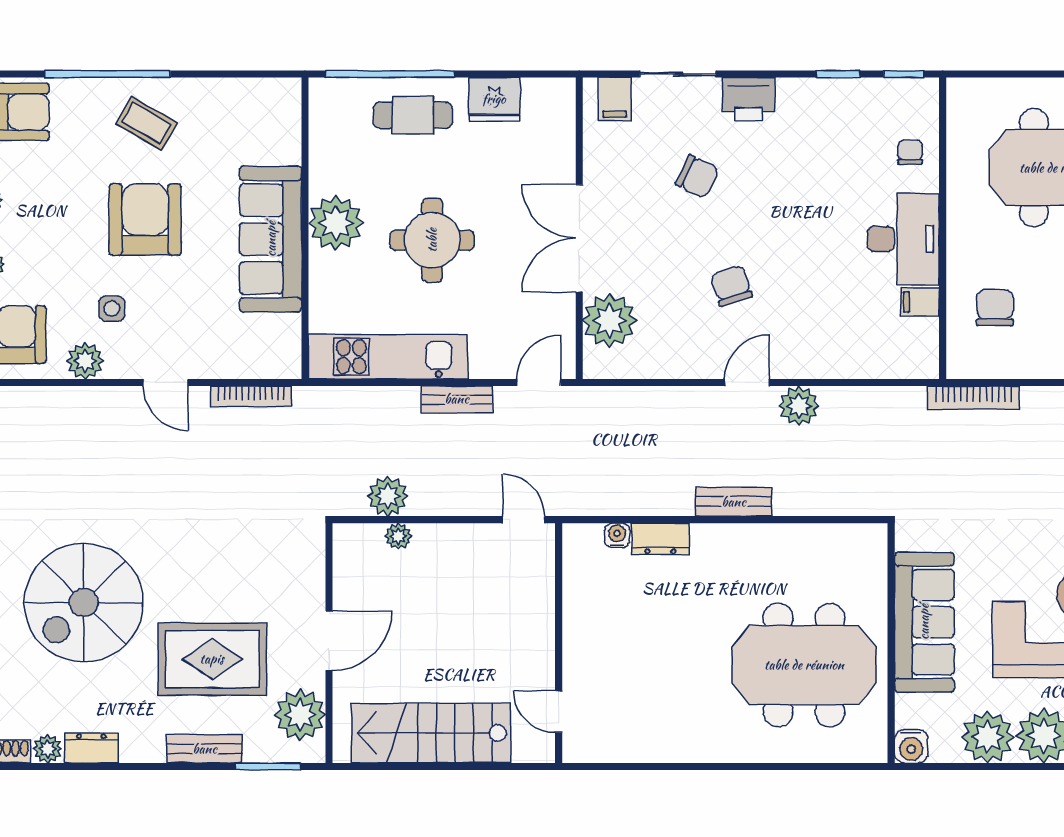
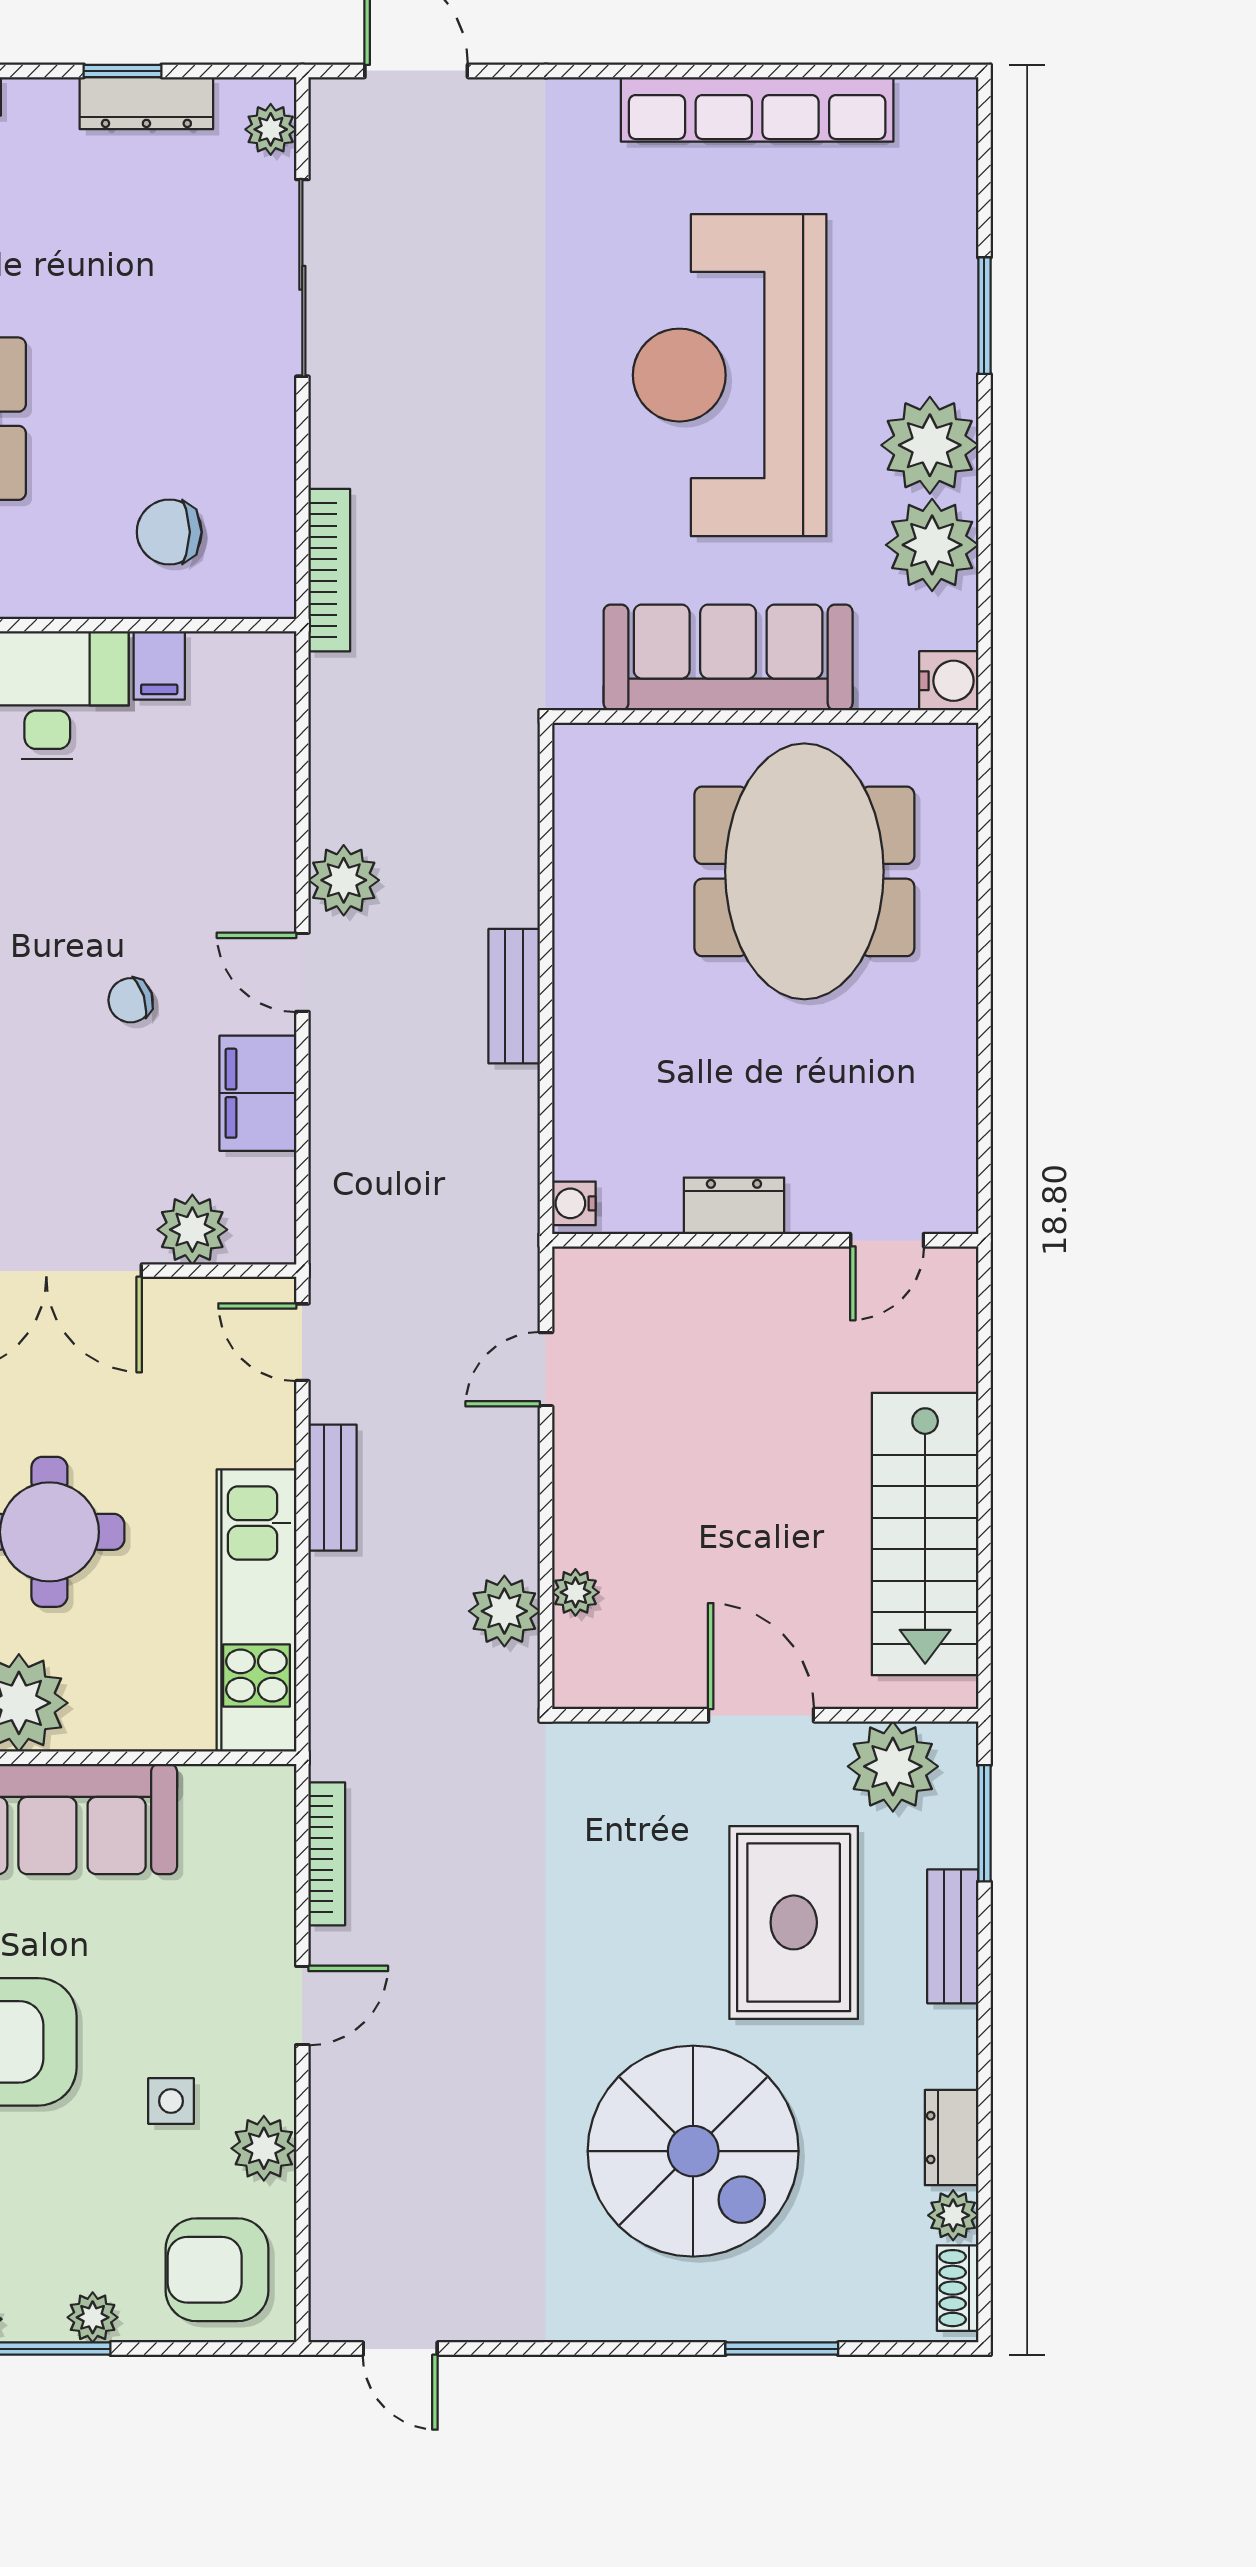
chair: (731, 286) -> (131, 1000), width x0.73, depth x0.73
plant: (610, 321) -> (192, 1230), width x0.73, depth x0.73
filing cabinet: (679, 357) -> (258, 1093), added
dresser: (660, 539) -> (734, 1206), moved, turned -90
wall: (559, 643) -> (765, 1240), moved
door: (559, 712) -> (887, 1240), moved

